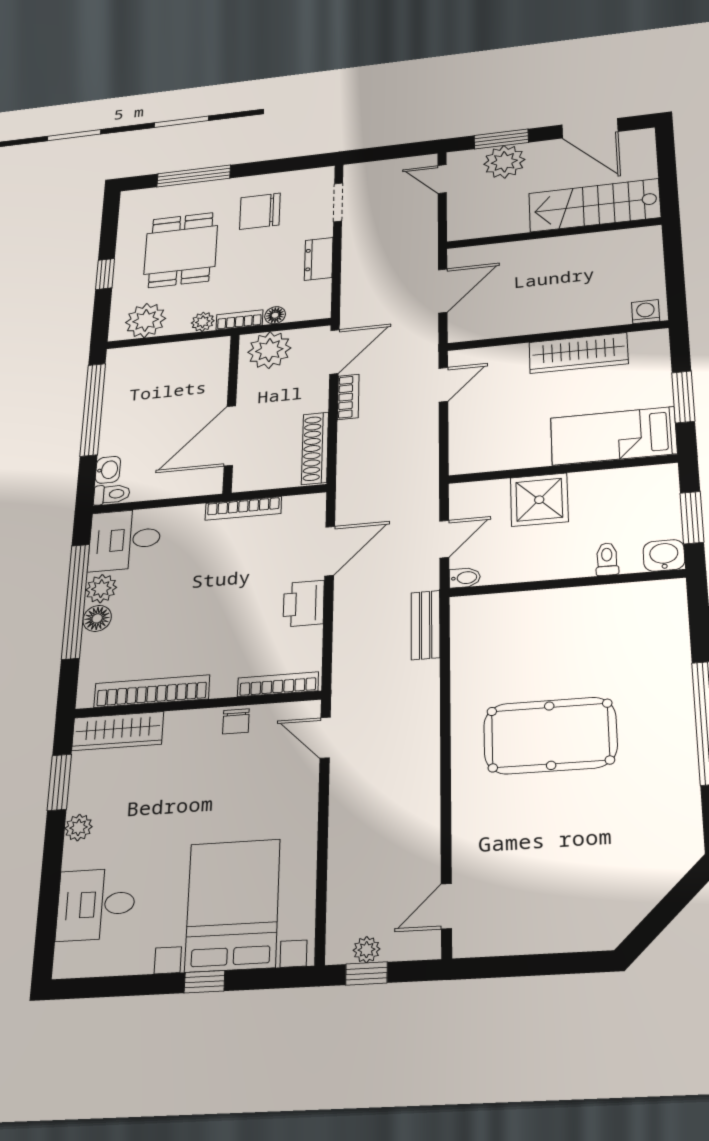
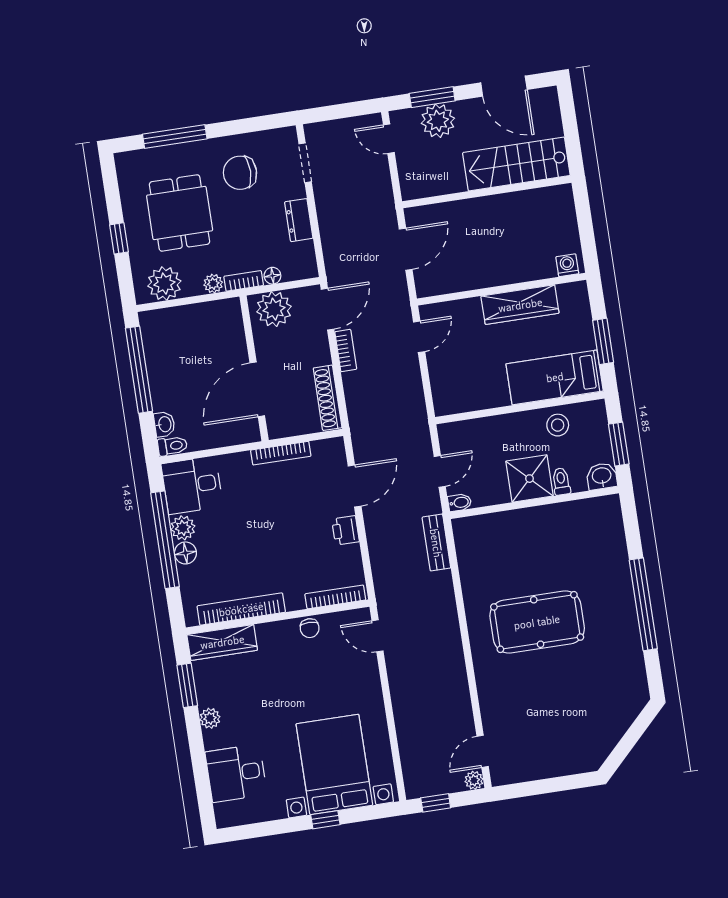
stool: (611, 491) -> (558, 425), added
shower: (539, 500) -> (530, 479), moved
printer: (304, 604) -> (345, 530), width x0.73, depth x0.81
plant: (367, 950) -> (474, 780), moved

